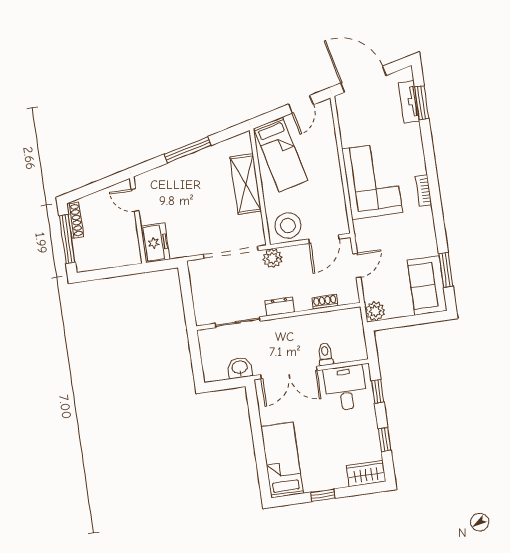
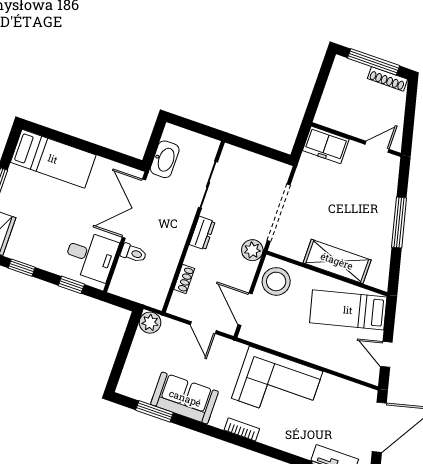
sofa: (427, 285) -> (185, 398), moved
washbasin: (240, 368) -> (165, 159), width x1.38

